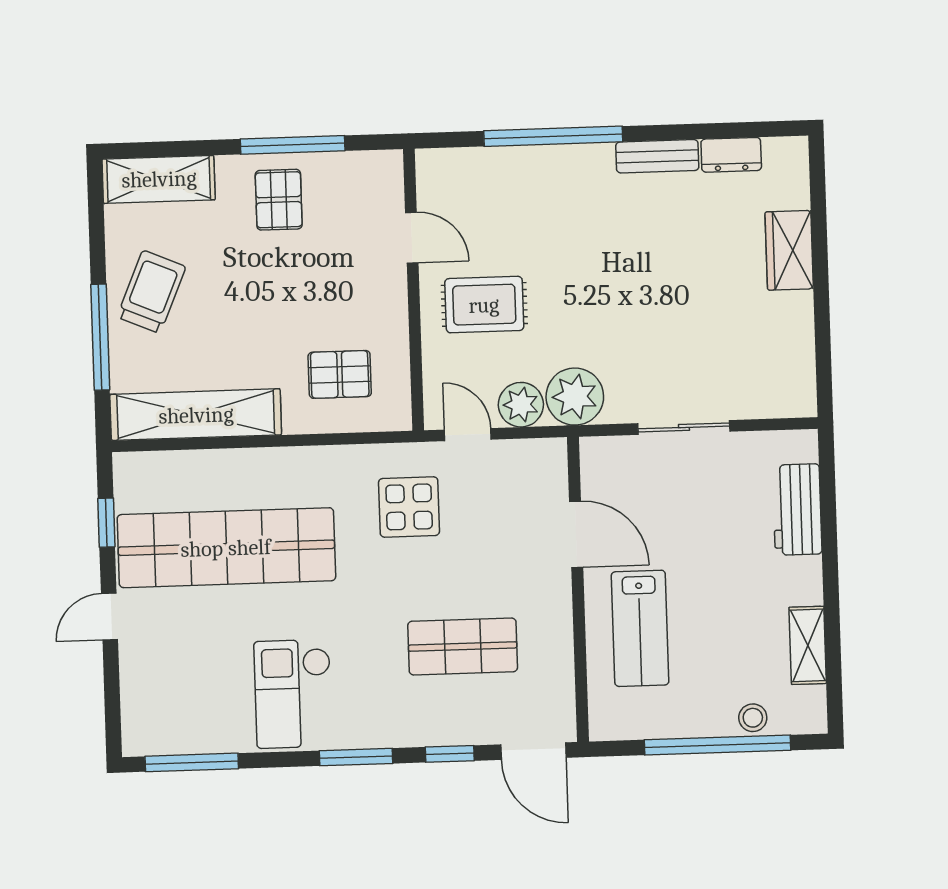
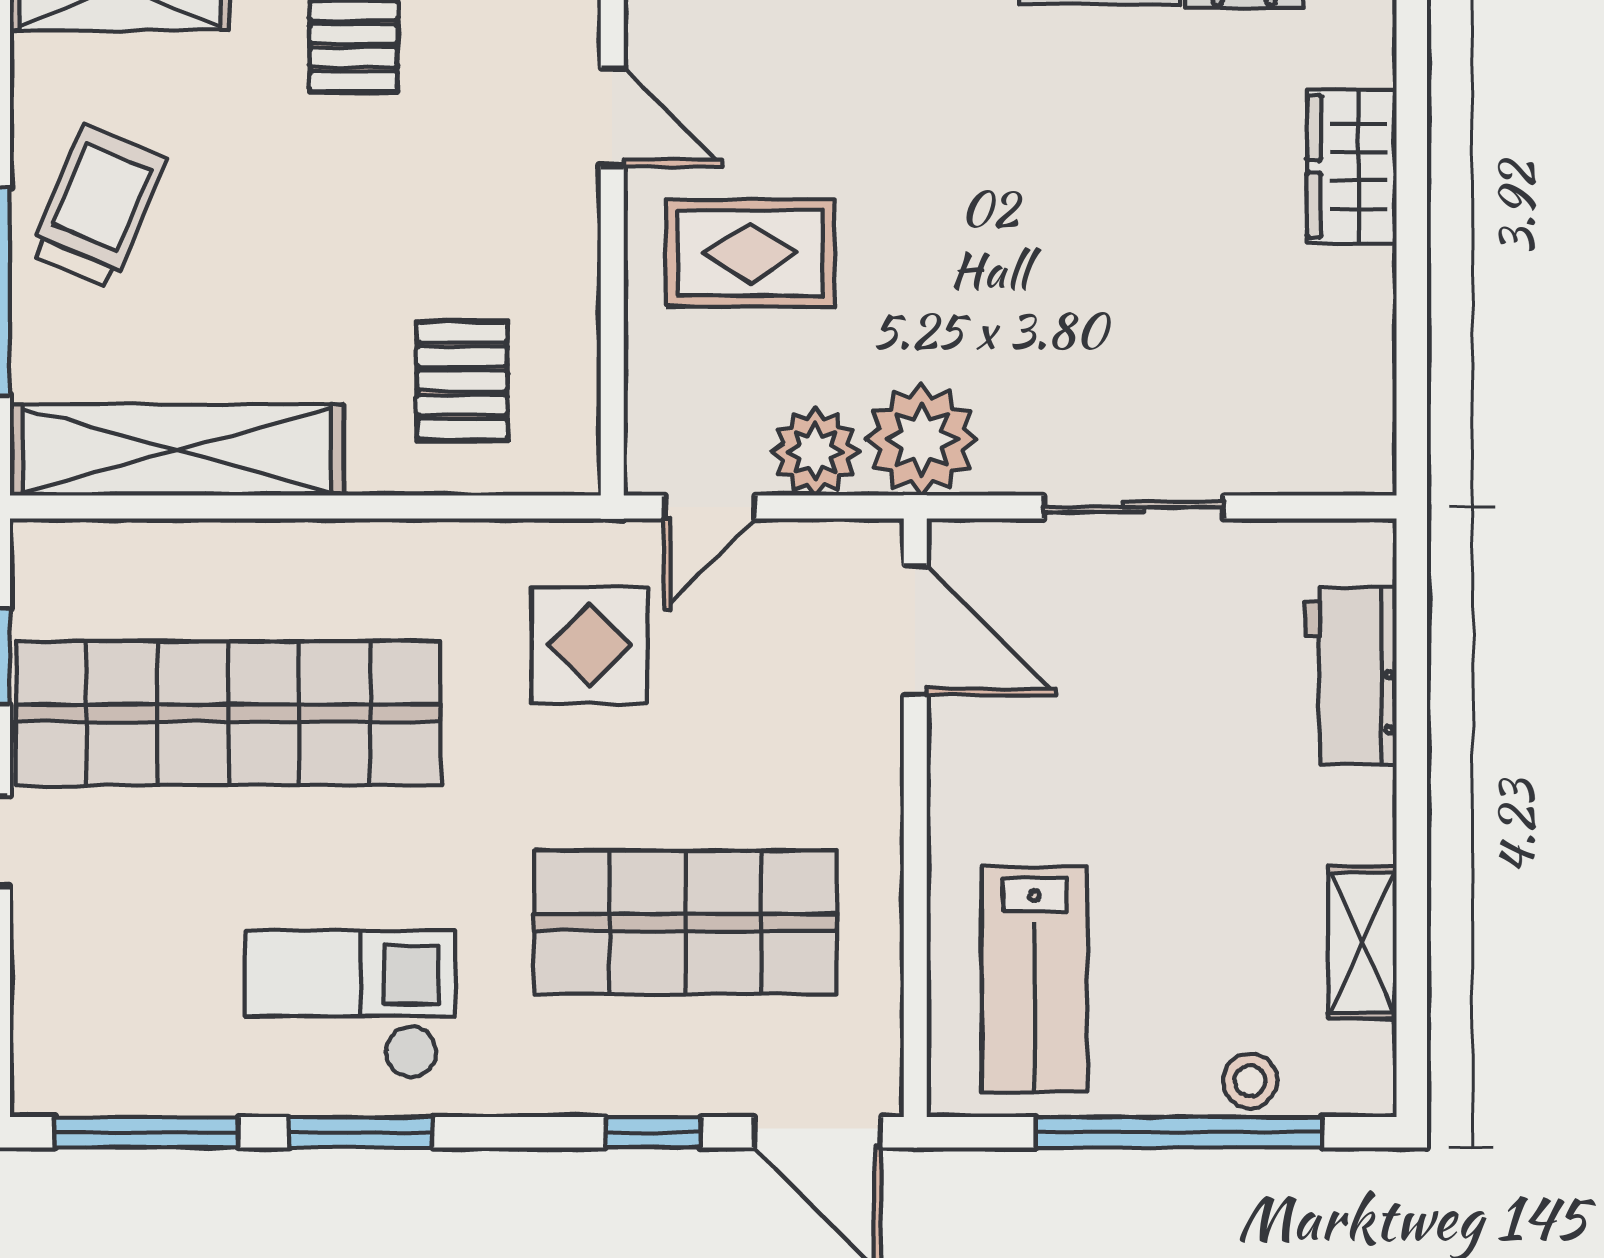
pallet: (340, 374) -> (462, 381), turned 90
door: (468, 435) -> (709, 507), swing flipped
door: (576, 534) -> (915, 631), moved
lab bench: (640, 628) -> (1034, 979), moved
shop shelf: (463, 647) -> (685, 922), width x1.43, depth x1.36
checkout: (293, 694) -> (350, 1004), turned 90
window: (356, 757) -> (361, 1132), moved

